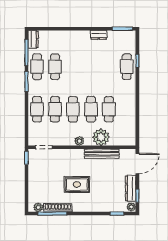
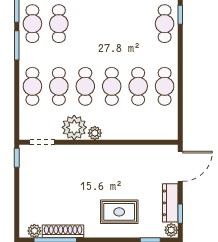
cafe table: (127, 109) -> (165, 86), added
plant: (101, 137) -> (74, 127), moved
bench: (102, 154) -> (128, 152), removed
rug: (77, 185) -> (119, 212), moved

